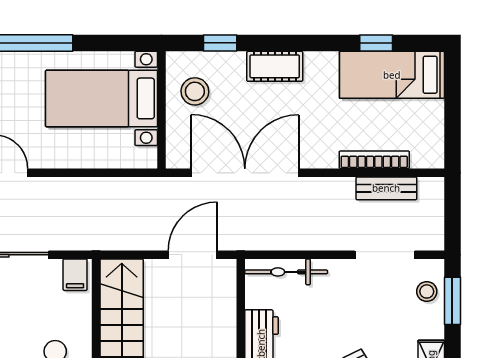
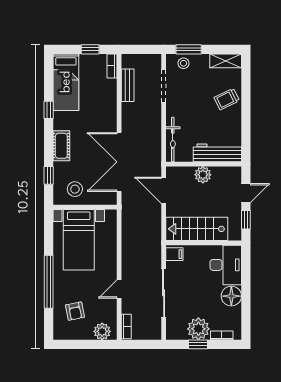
window: (376, 43) -> (49, 110), moved
window: (452, 119) -> (90, 49), added
bookcase: (374, 160) -> (112, 66), moved, width x0.64
plant: (221, 327) -> (203, 175), added

